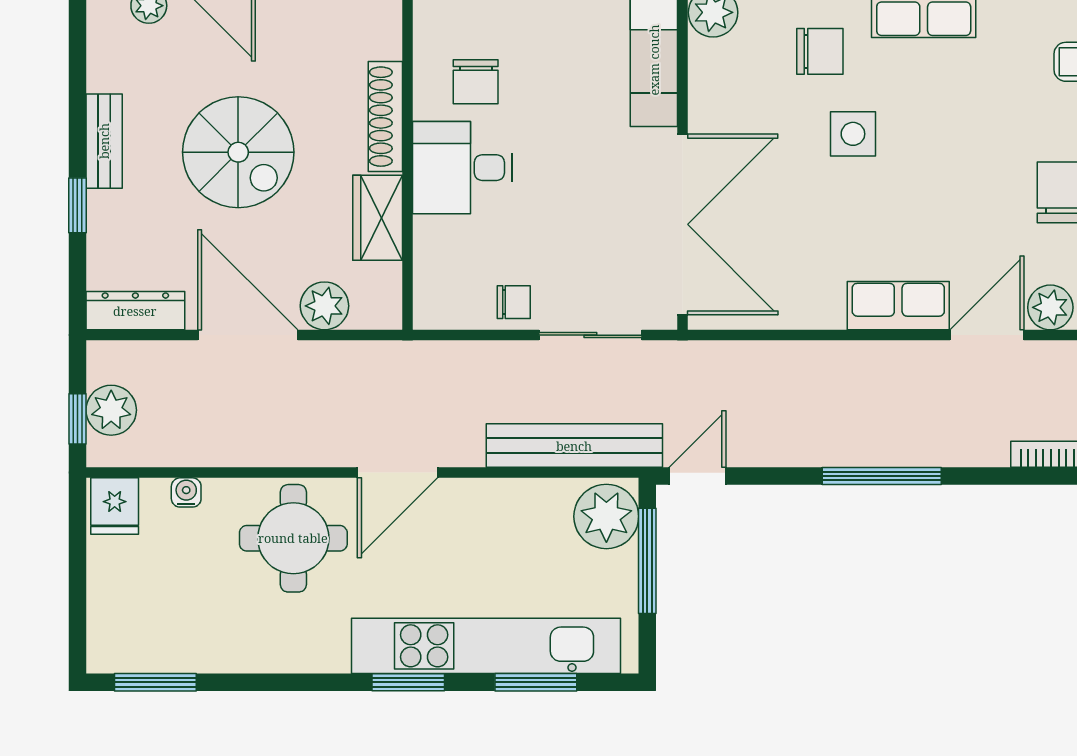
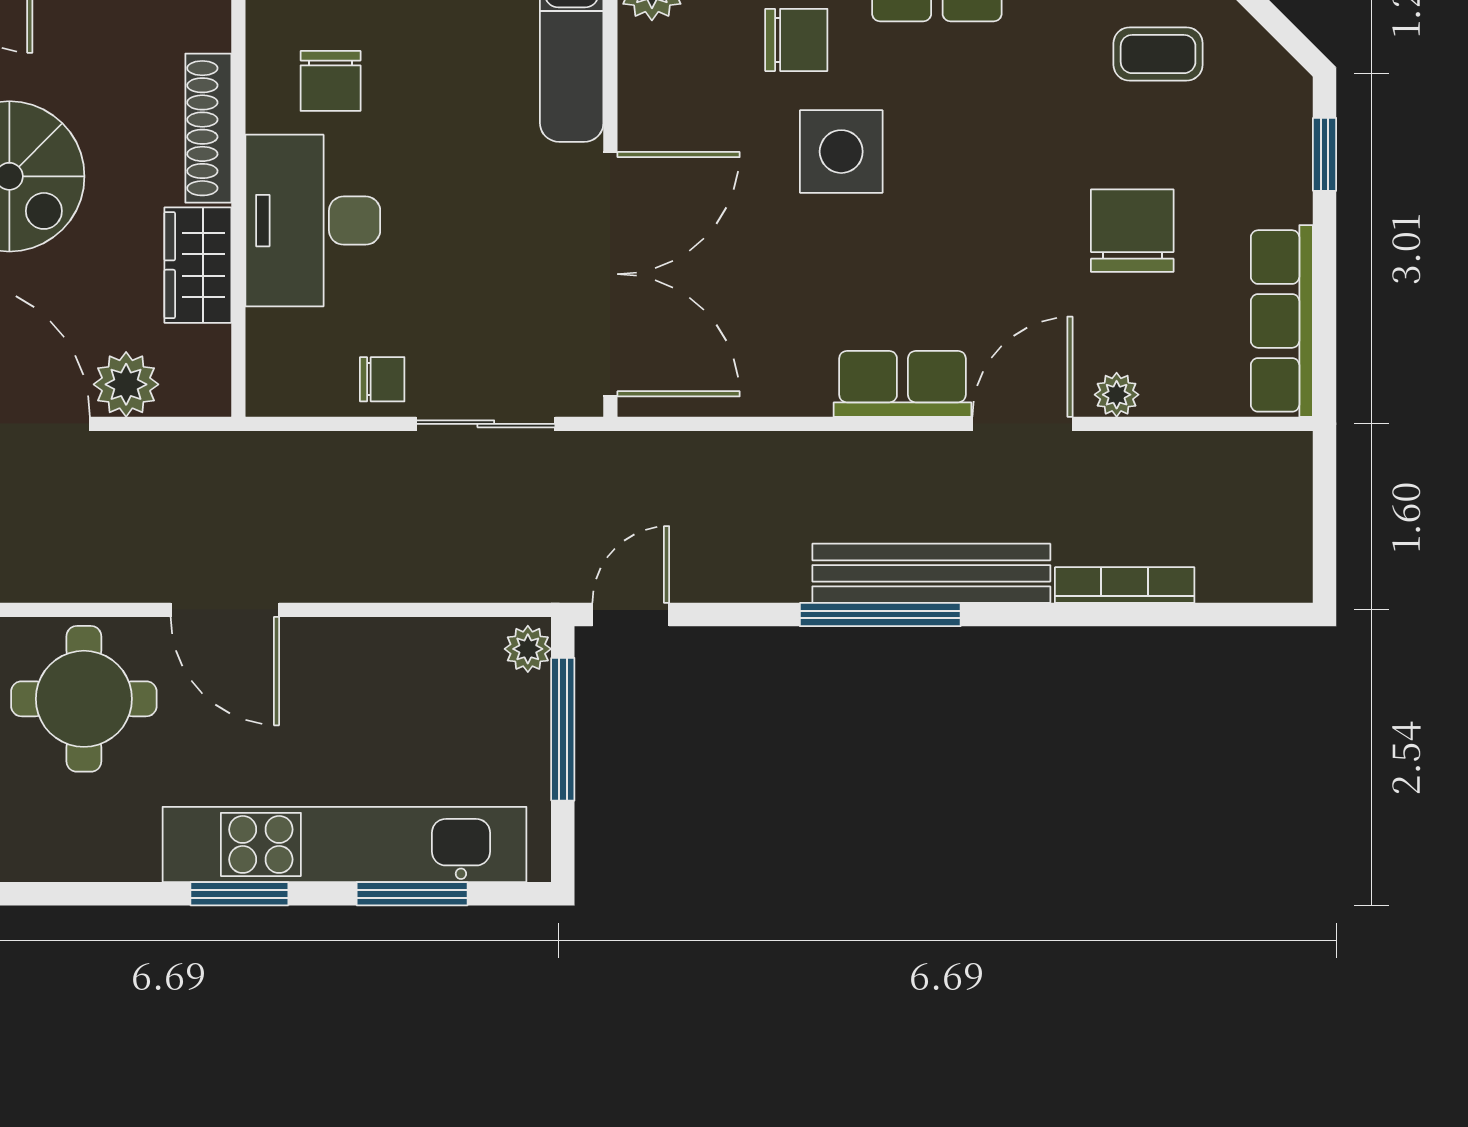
side table: (853, 134) -> (841, 152), width x1.37, depth x1.37
desk: (462, 168) -> (313, 221), width x1.37
plant: (1050, 307) -> (1117, 395), width x0.73, depth x0.73
bench: (574, 446) -> (931, 573), moved
door: (398, 473) -> (225, 610), hinge flipped
plant: (606, 516) -> (528, 649), width x0.53, depth x0.53

